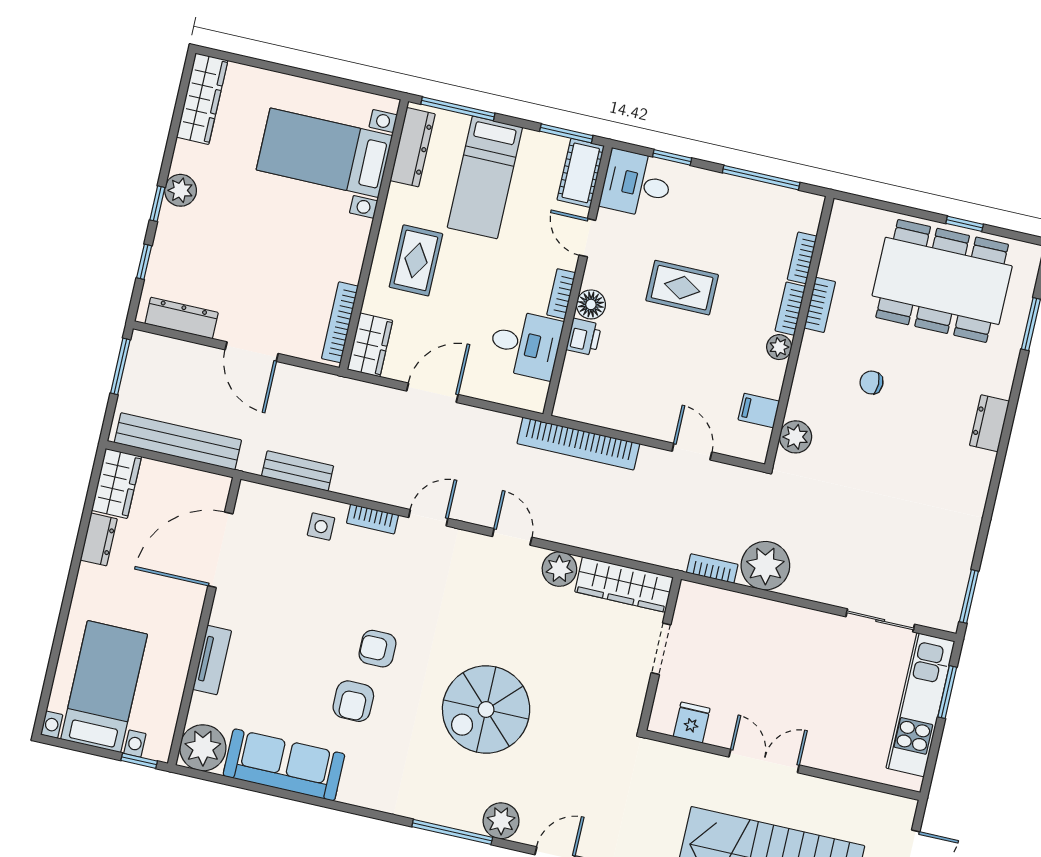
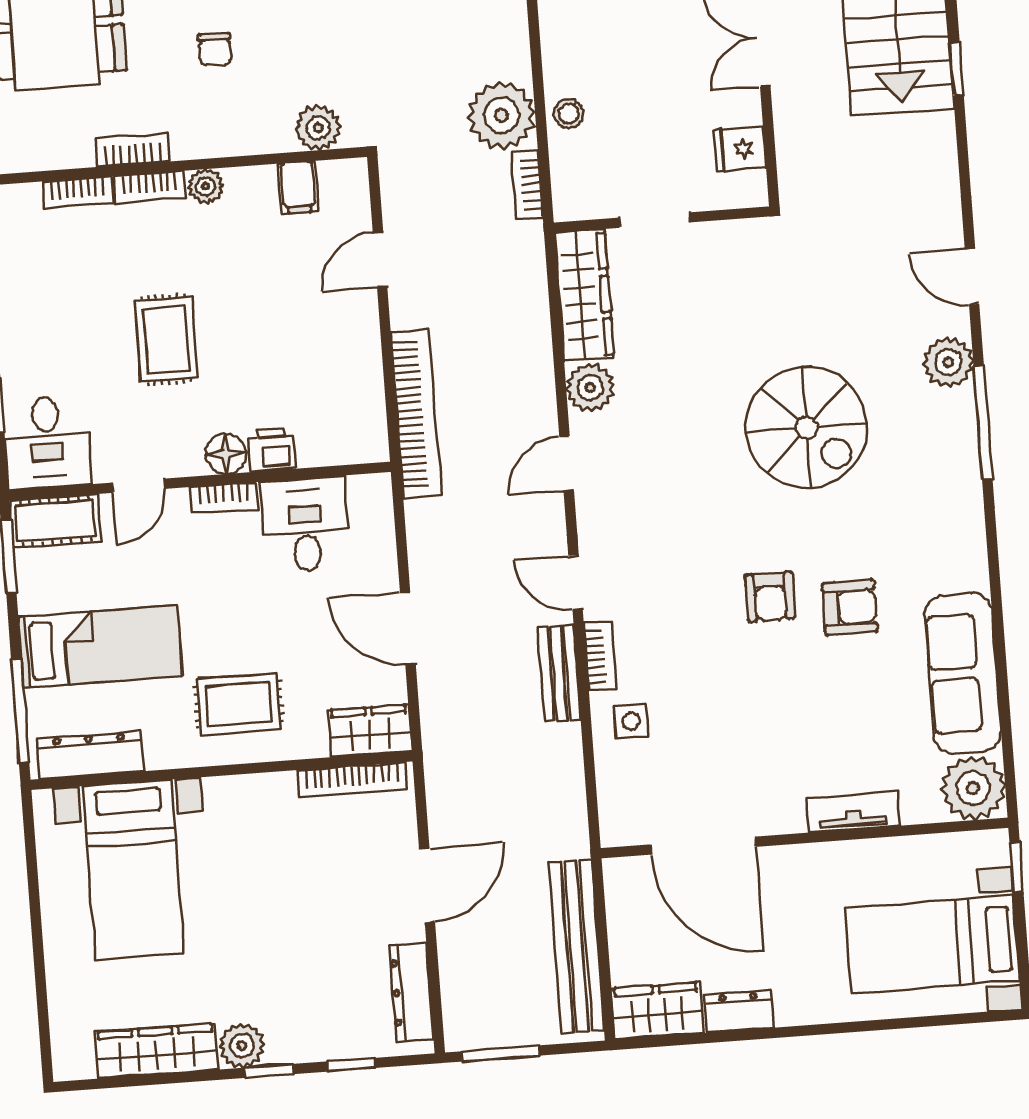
wardrobe: (202, 99) -> (156, 1051), moved
bench: (298, 471) -> (559, 673), moved
stool: (752, 612) -> (569, 114), added

